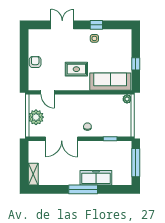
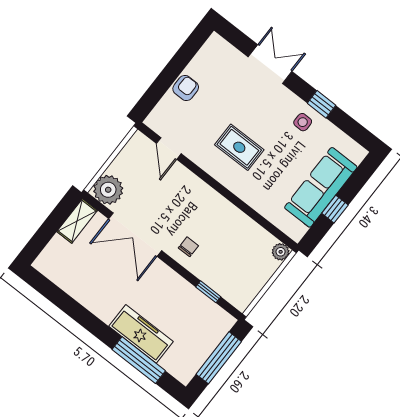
sofa: (110, 82) -> (321, 187), moved, turned -90
plant: (36, 117) -> (108, 190), moved
shelving: (33, 174) -> (77, 221), moved
window: (83, 189) -> (139, 360), moved

